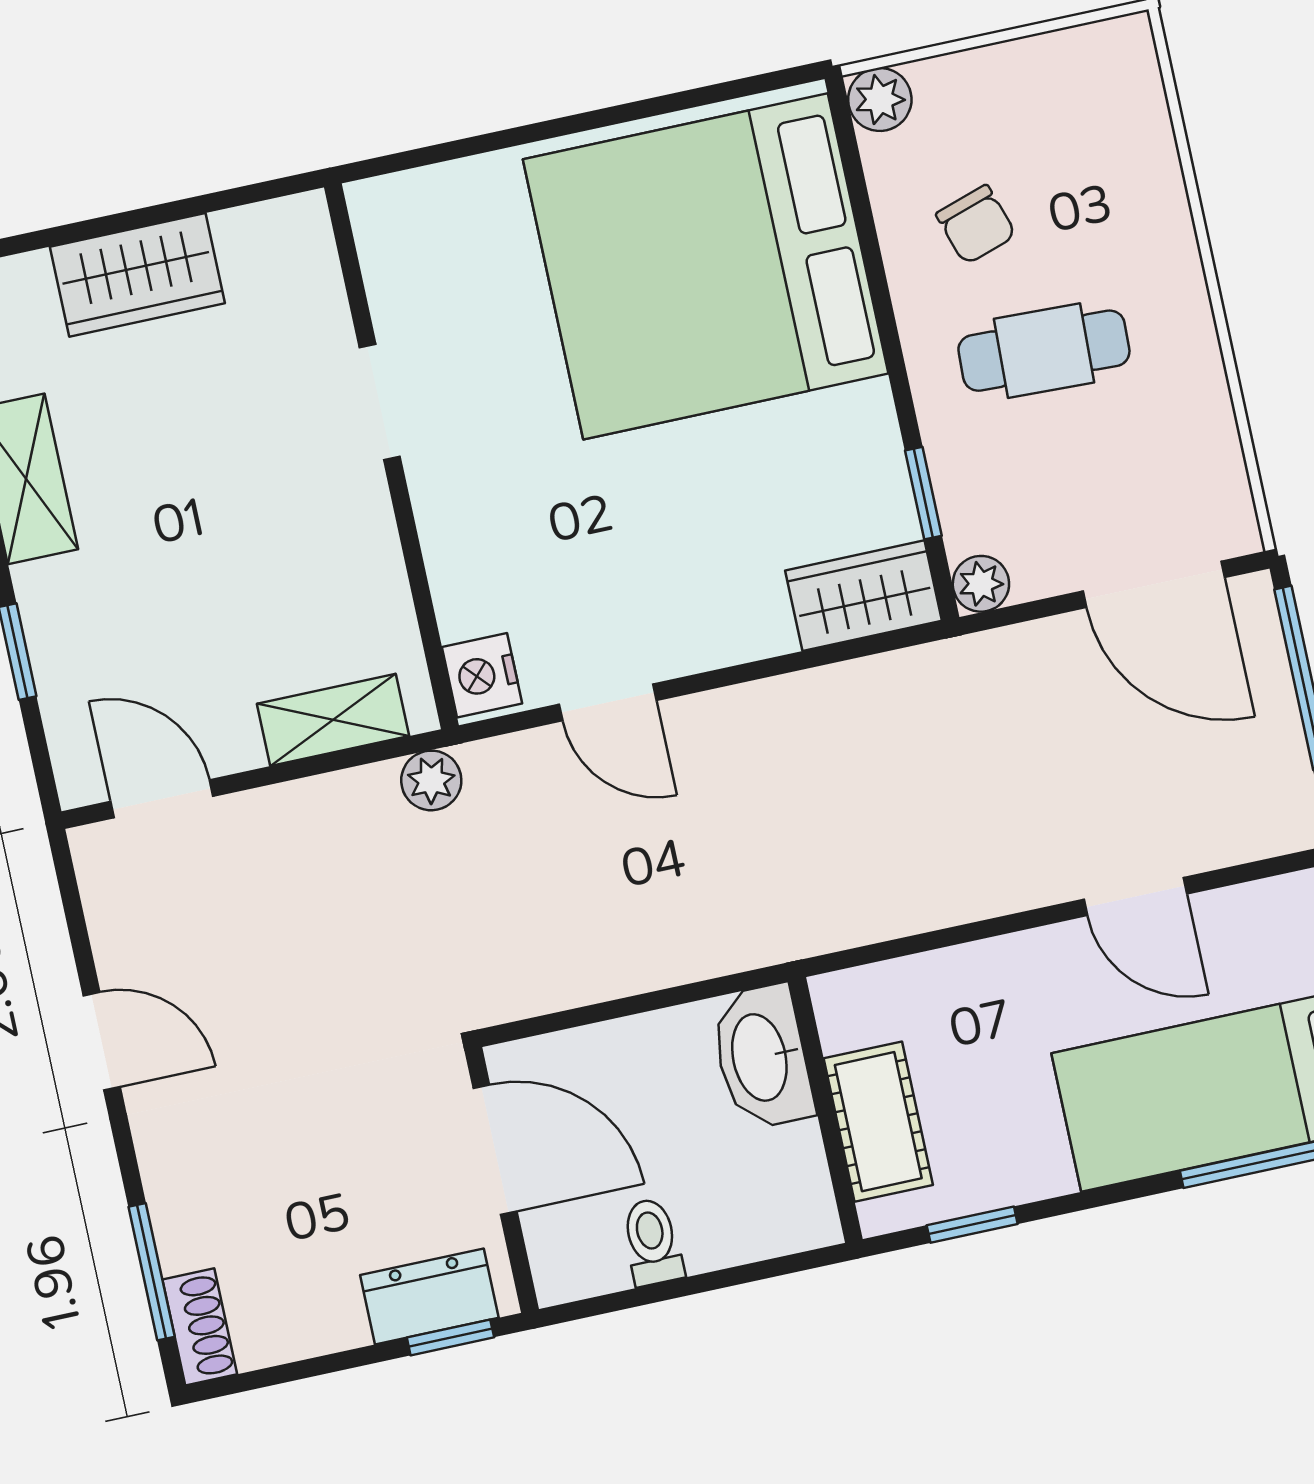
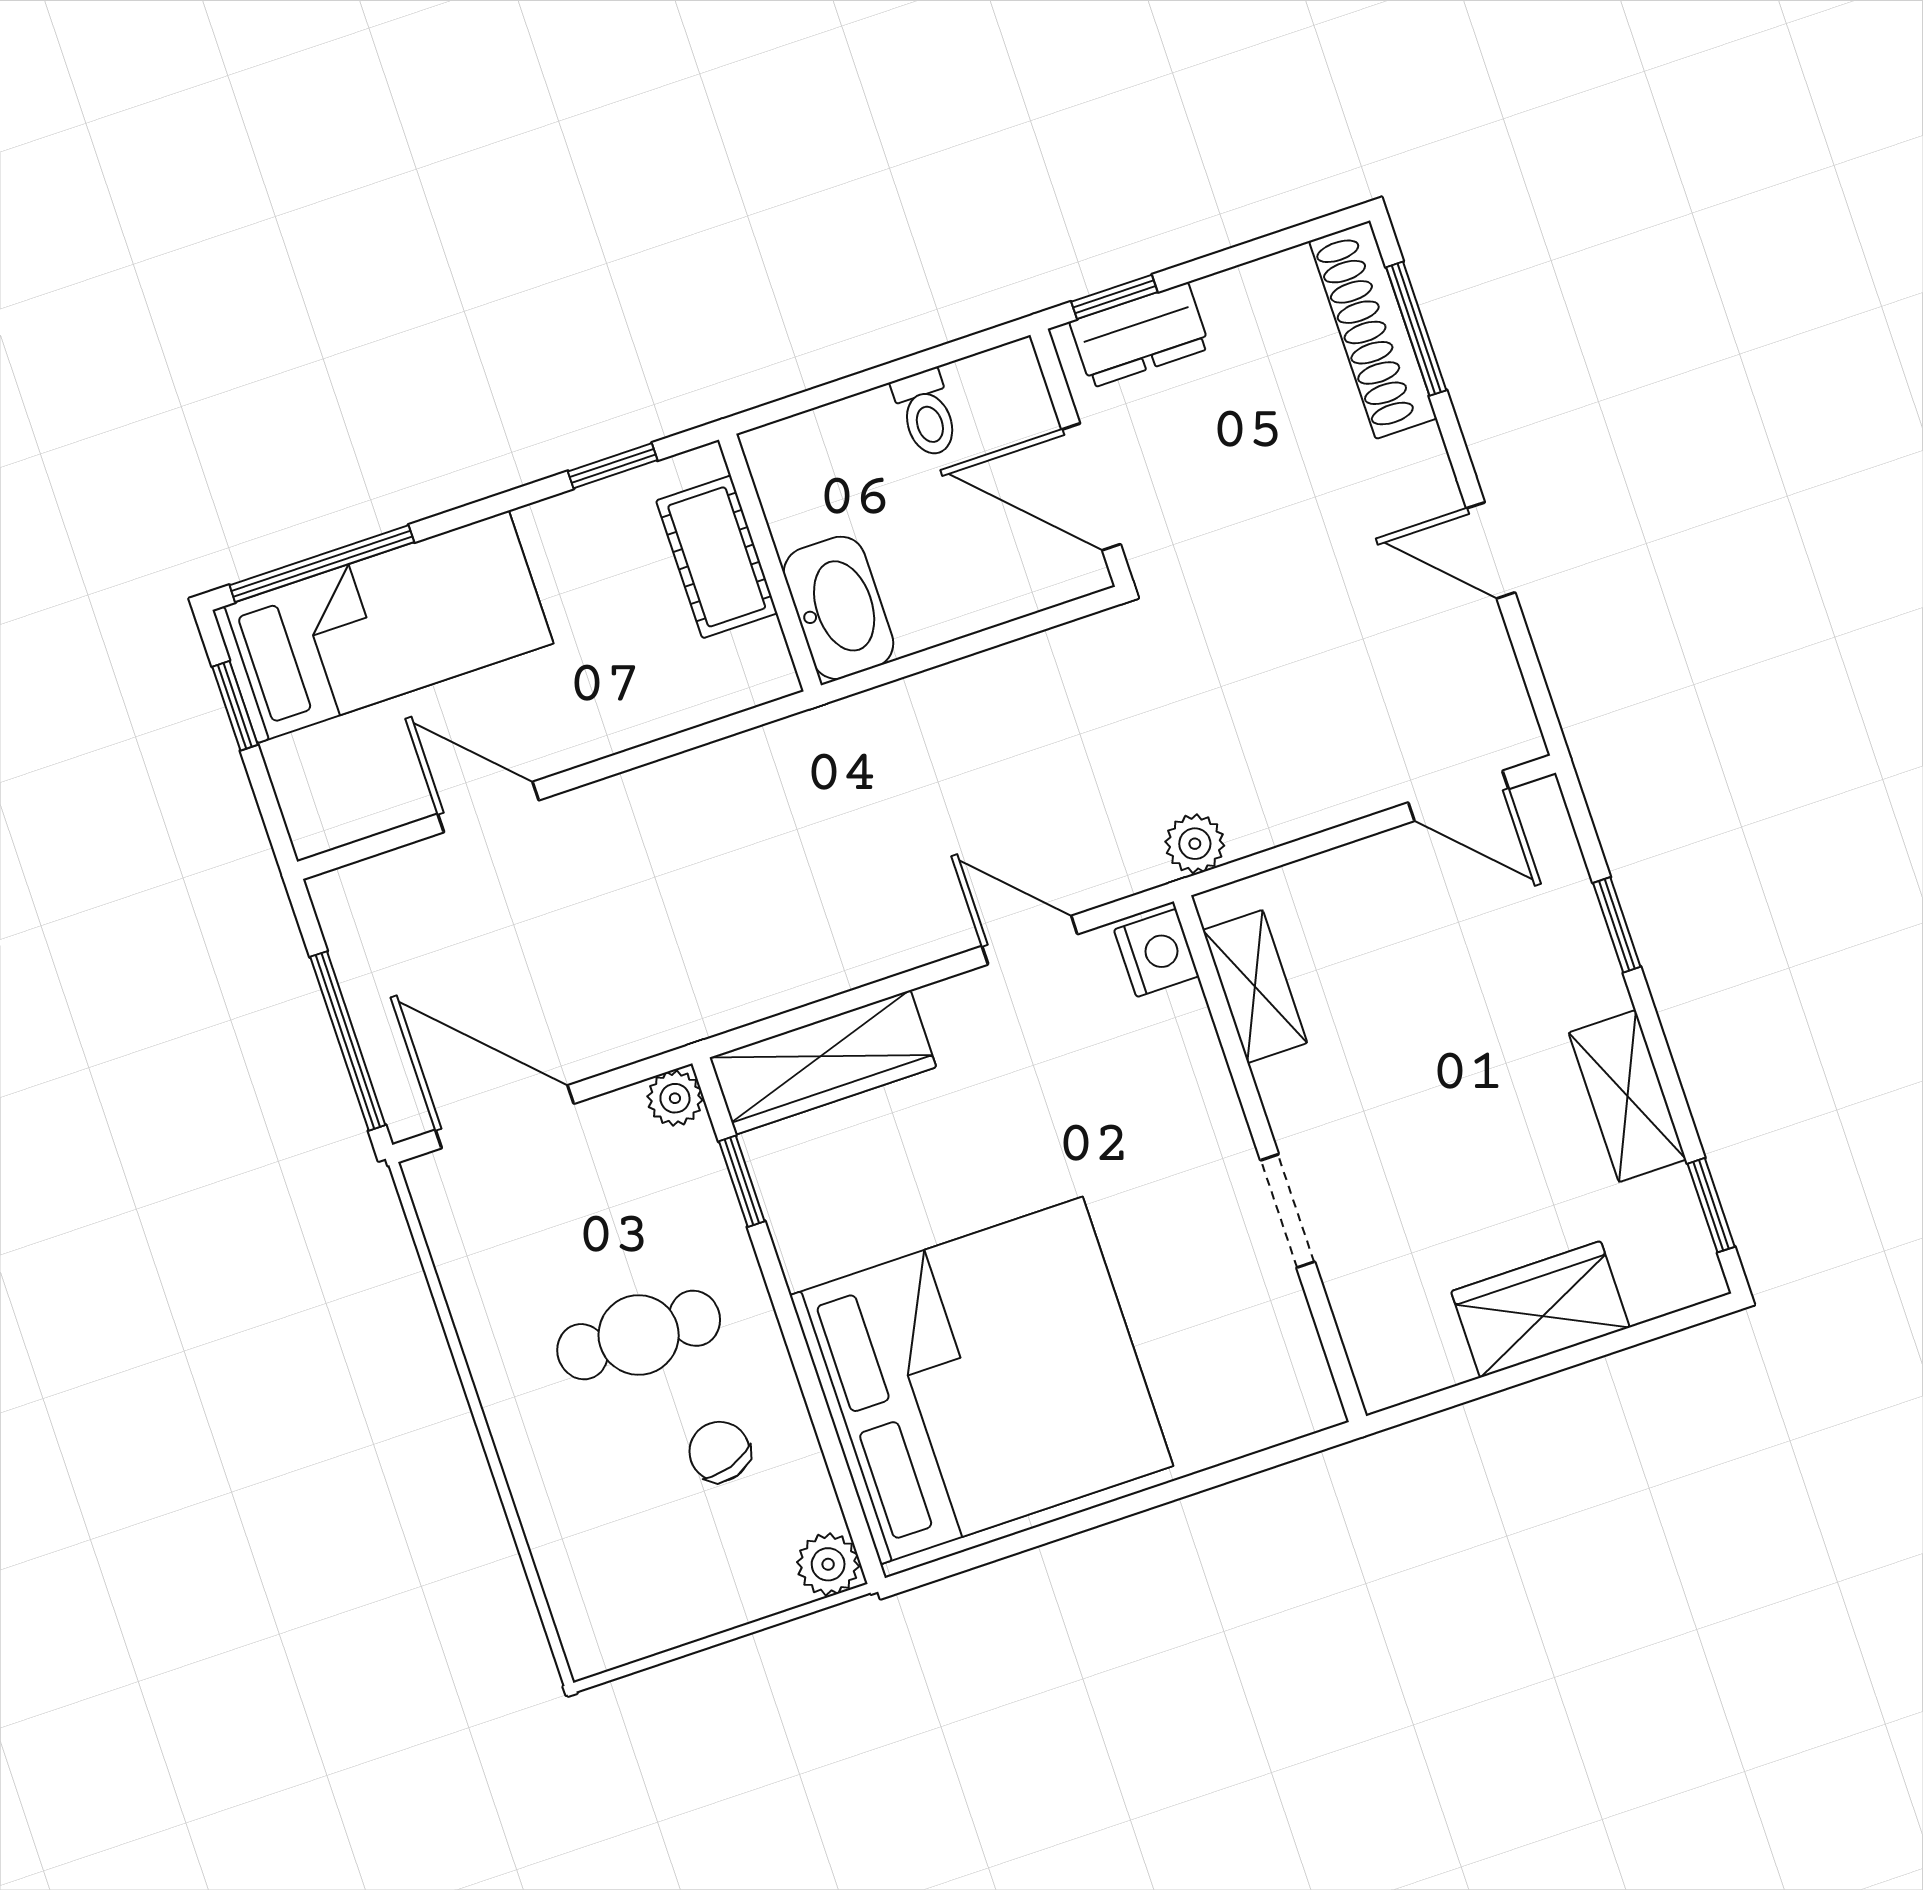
wardrobe: (863, 596) -> (823, 1062), width x1.50
shelving: (333, 720) -> (1255, 986), moved, turned 90
shoe rack: (200, 1327) -> (1373, 330), width x1.94, depth x1.24

